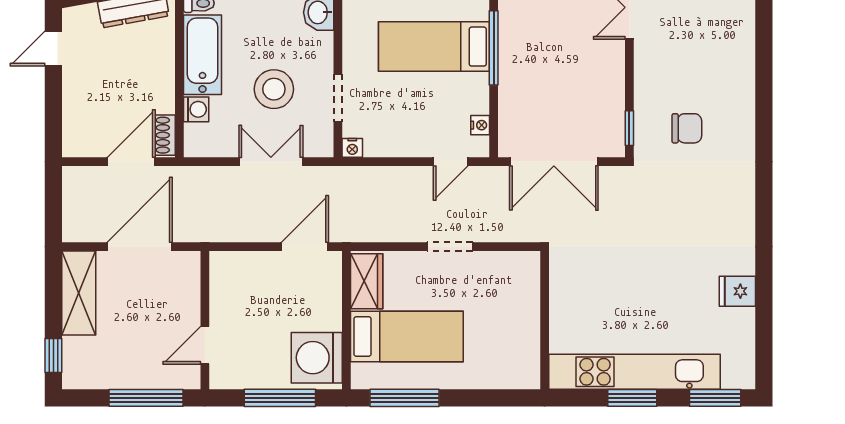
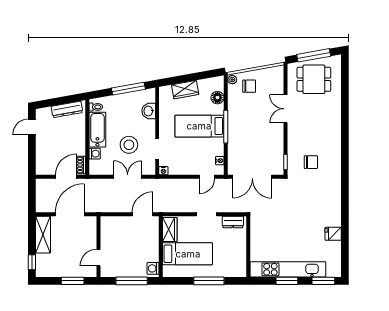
dresser: (510, 264) -> (233, 222), added
washing machine: (317, 358) -> (153, 268), width x0.53, depth x0.53
window: (146, 398) -> (73, 281), width x0.69
window: (404, 398) -> (209, 281), moved

